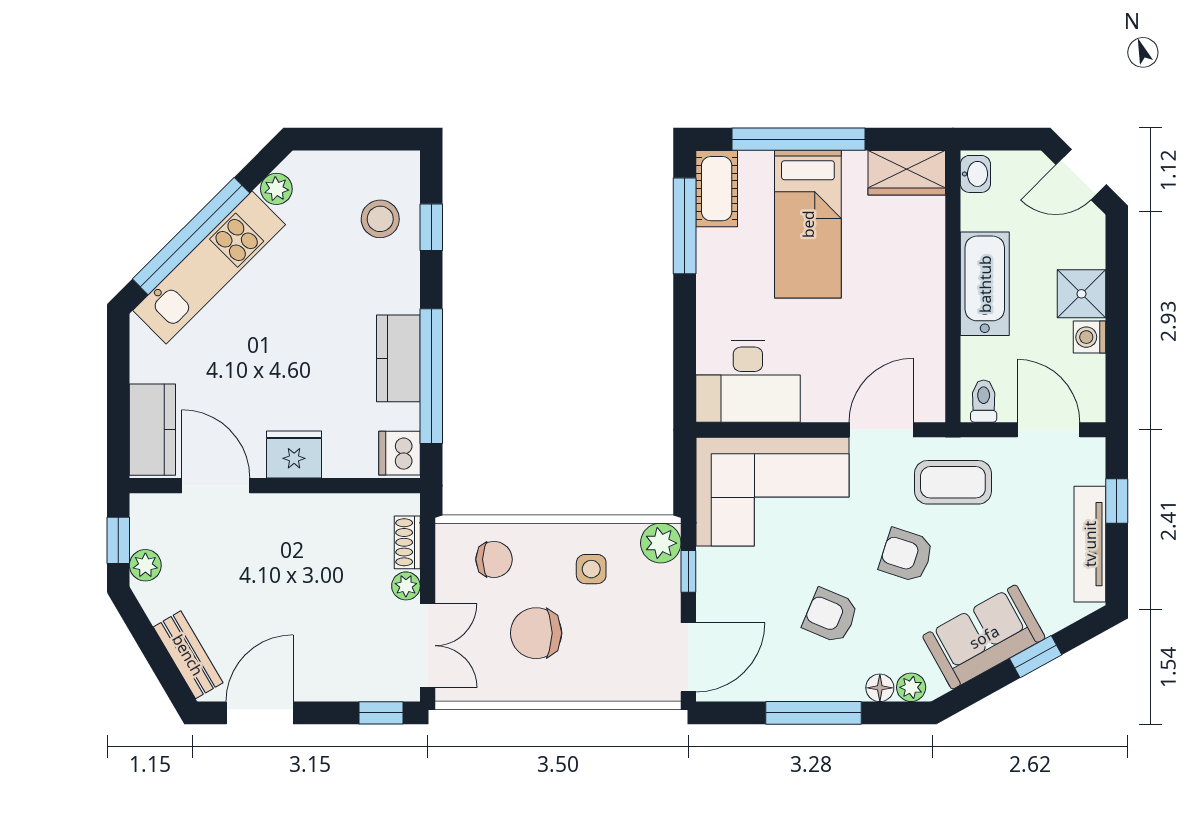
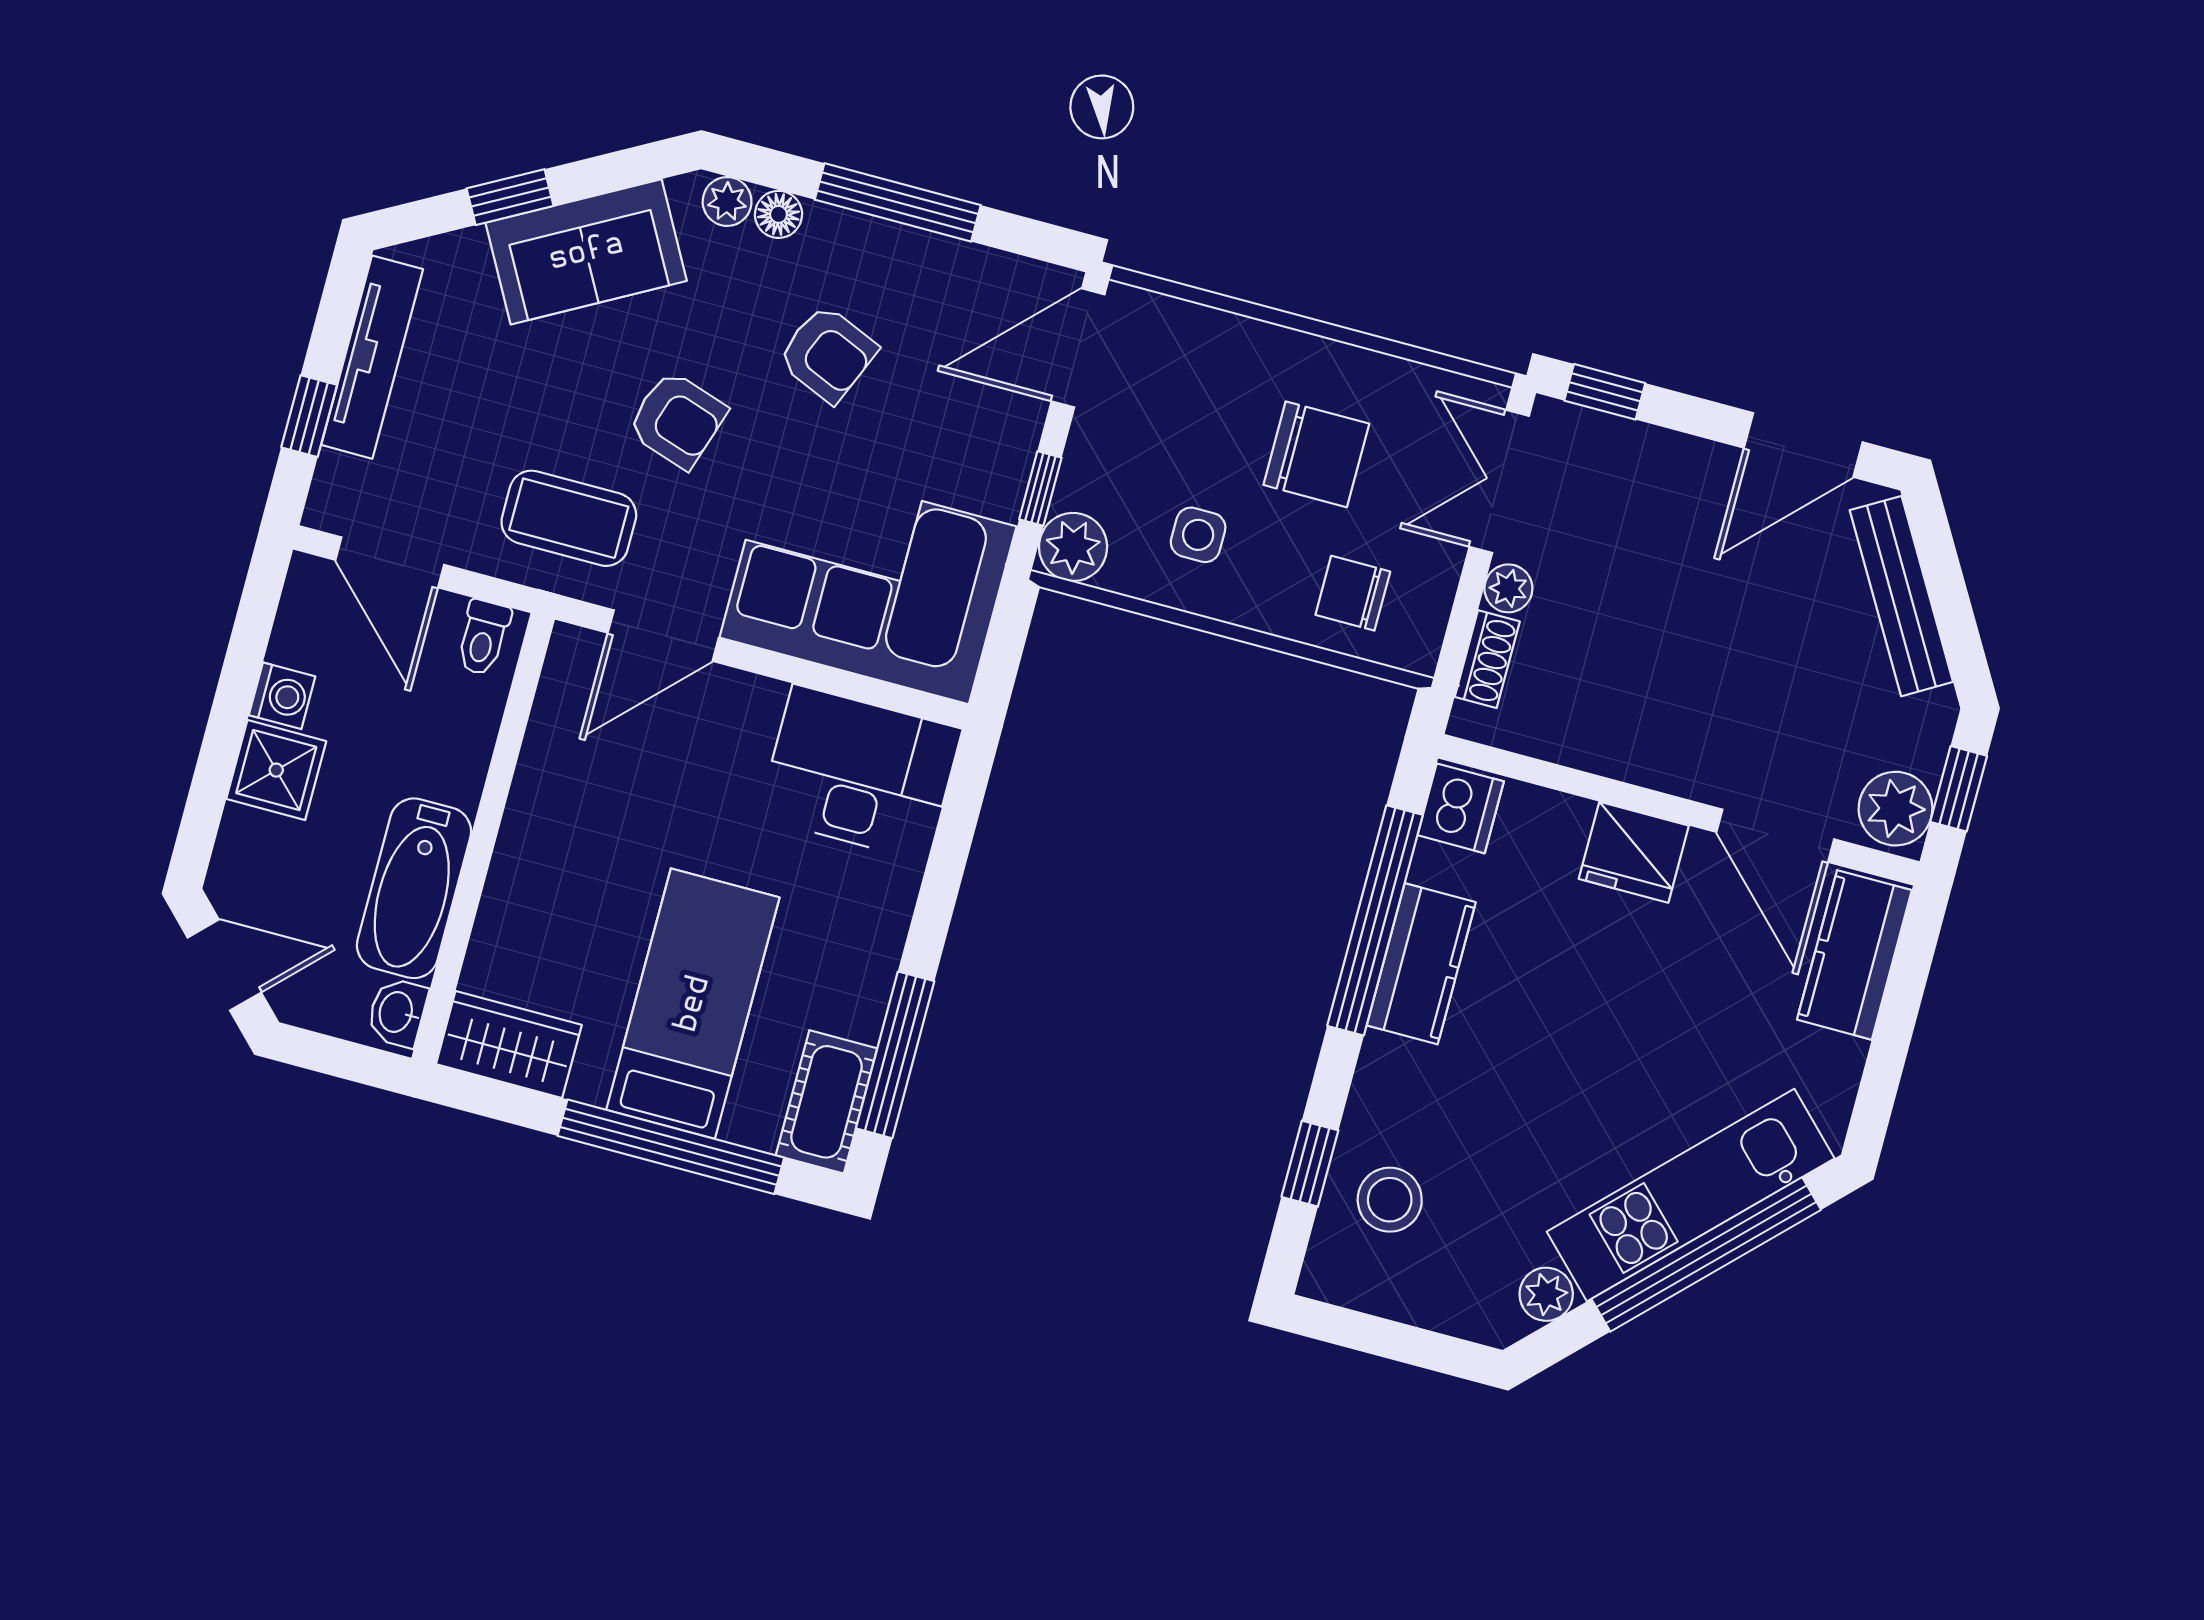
bathtub: (985, 284) -> (414, 888), moved
plant: (145, 565) -> (1896, 809), moved, width x1.38, depth x1.38
bench: (188, 655) -> (1901, 596), width x1.36

